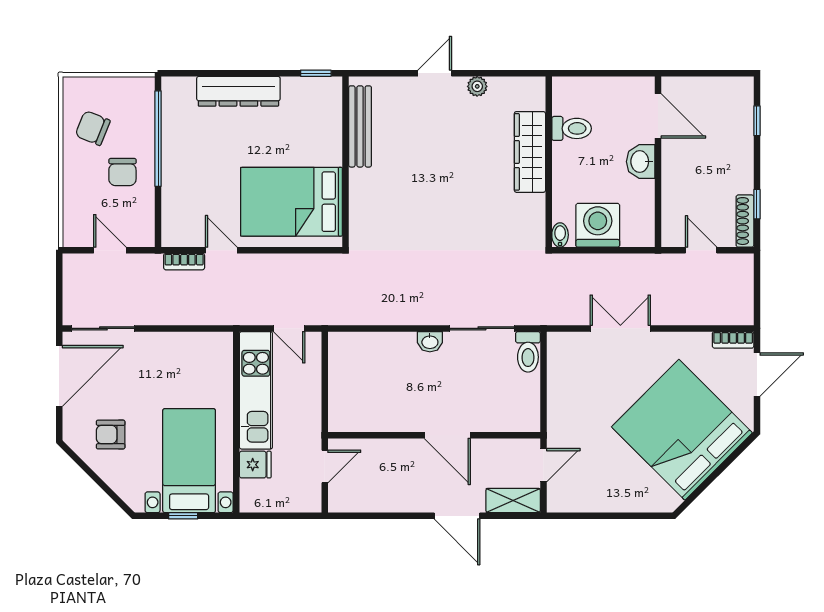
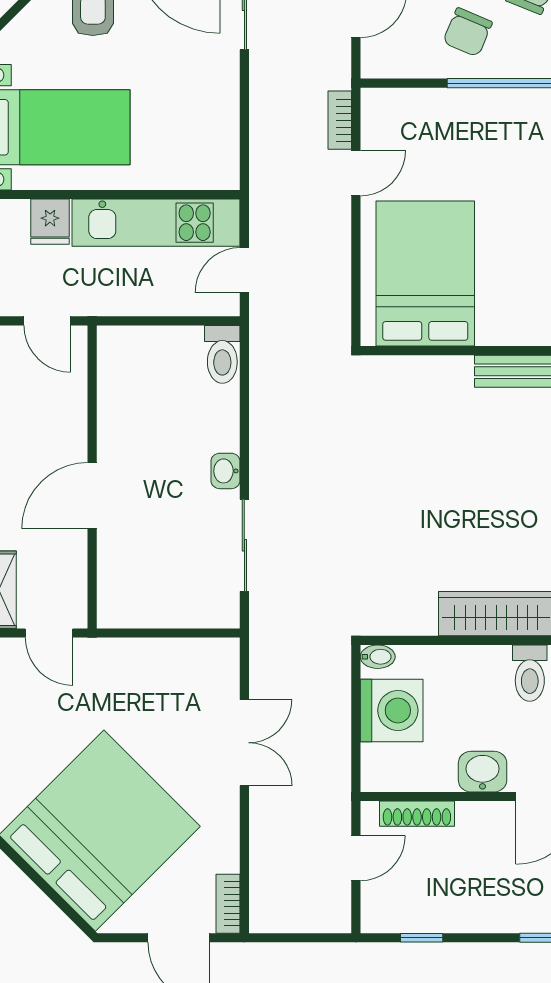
chair: (122, 172) -> (468, 32), turned -67
shoe rack: (745, 221) -> (417, 814), moved, turned 180
toilet: (528, 352) -> (222, 354), moved, turned -90

